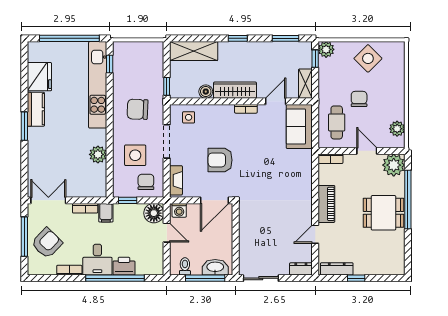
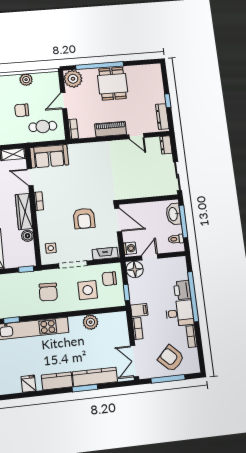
fridge: (39, 77) -> (29, 384), width x0.53, depth x0.75
window: (24, 126) -> (85, 388), moved
plant: (397, 129) -> (26, 80), moved
kitchen counter: (36, 153) -> (95, 377), added

